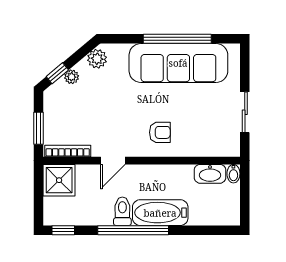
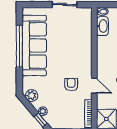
armchair: (160, 132) -> (71, 85), moved

